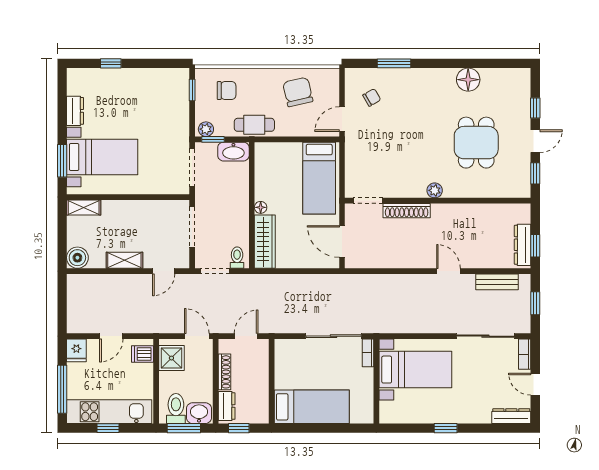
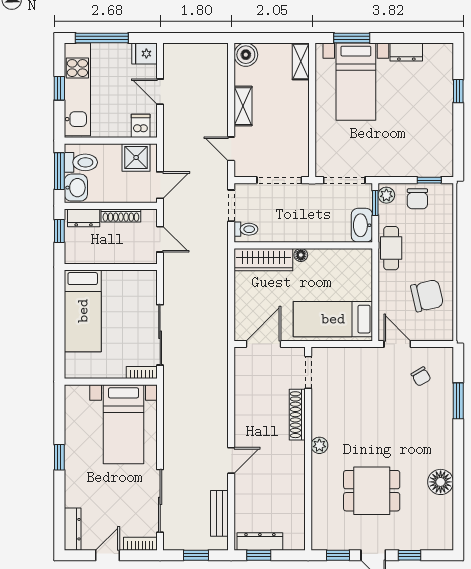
chair: (227, 91) -> (417, 199), moved

